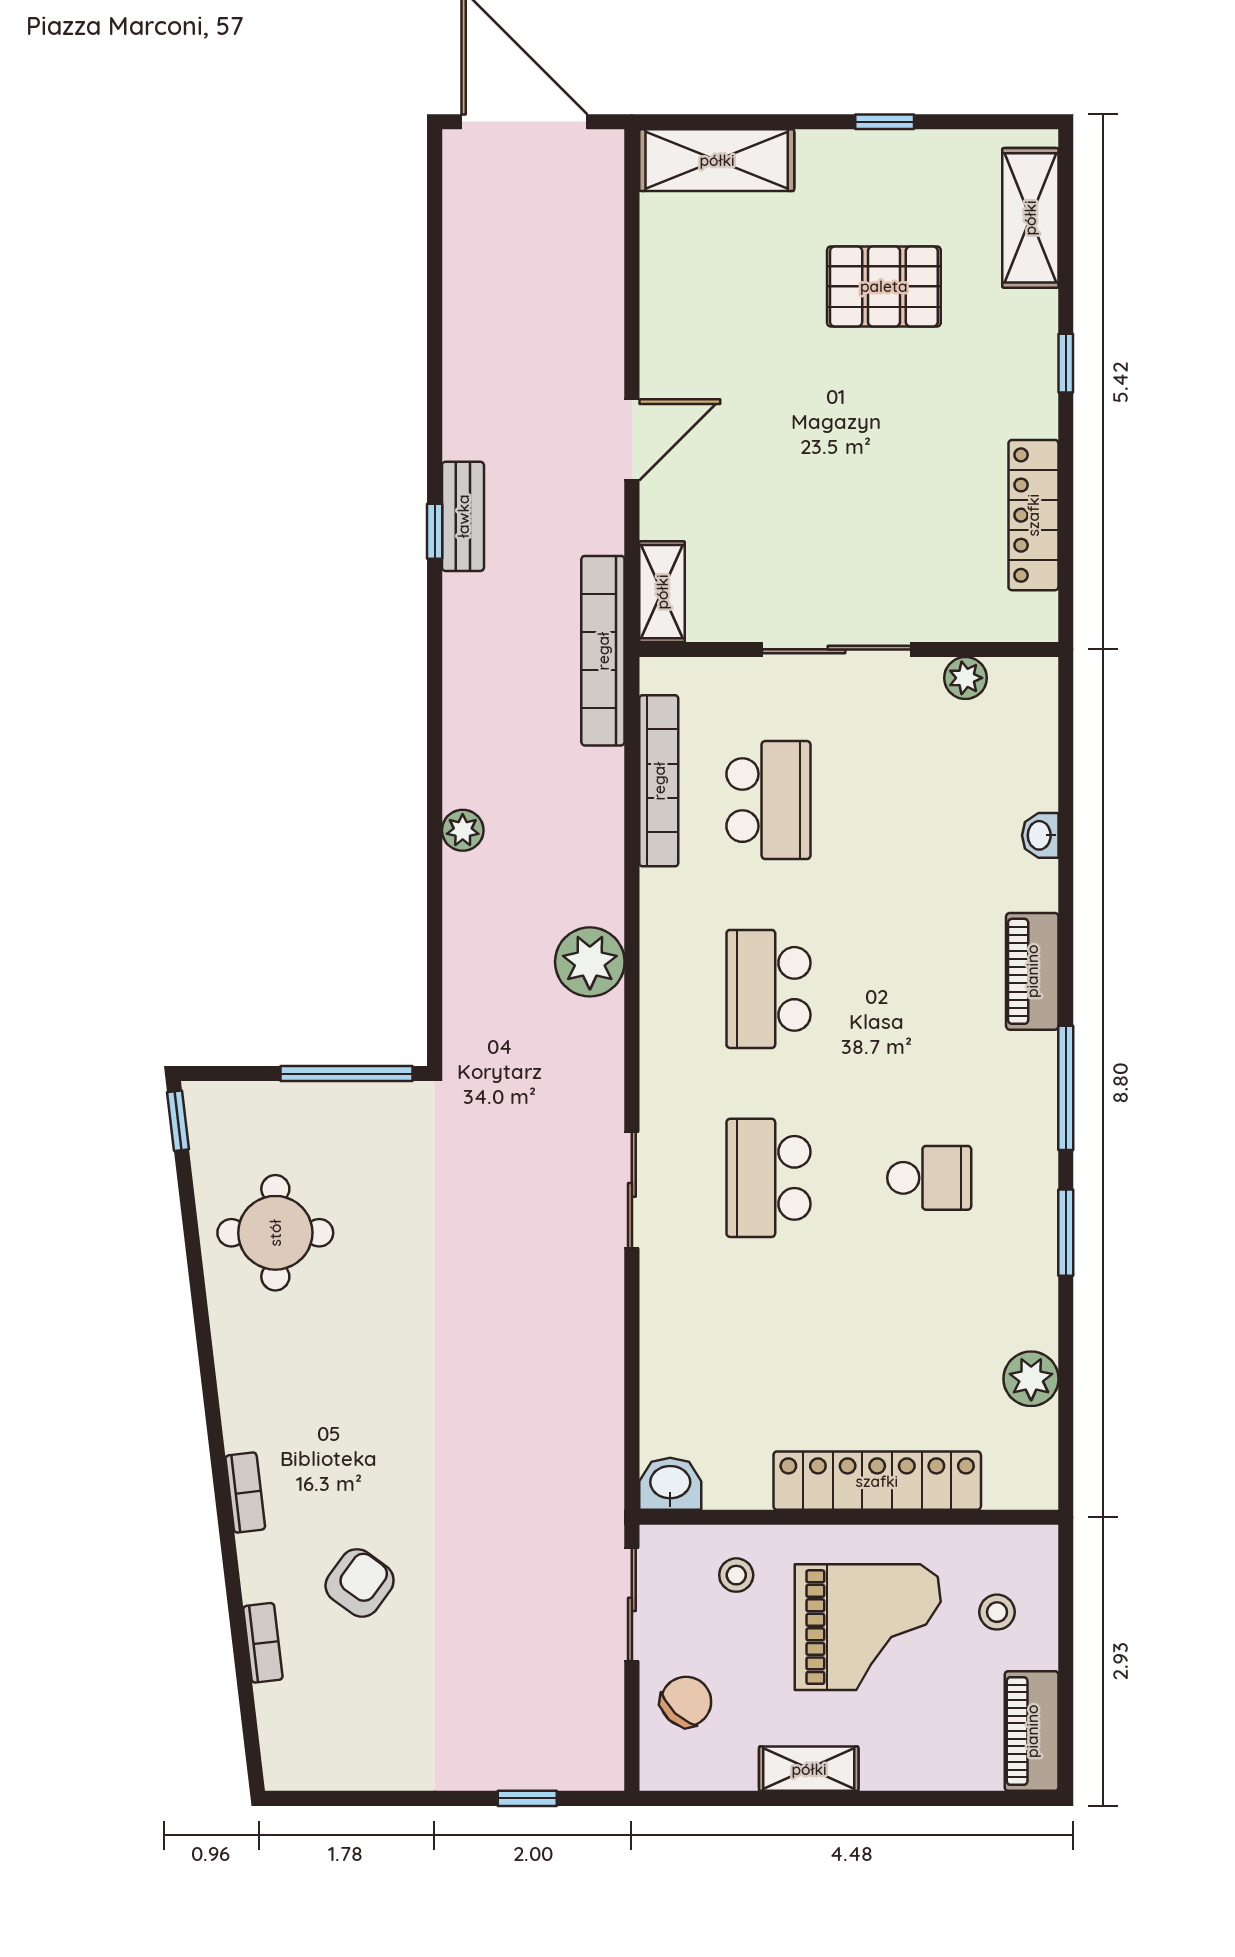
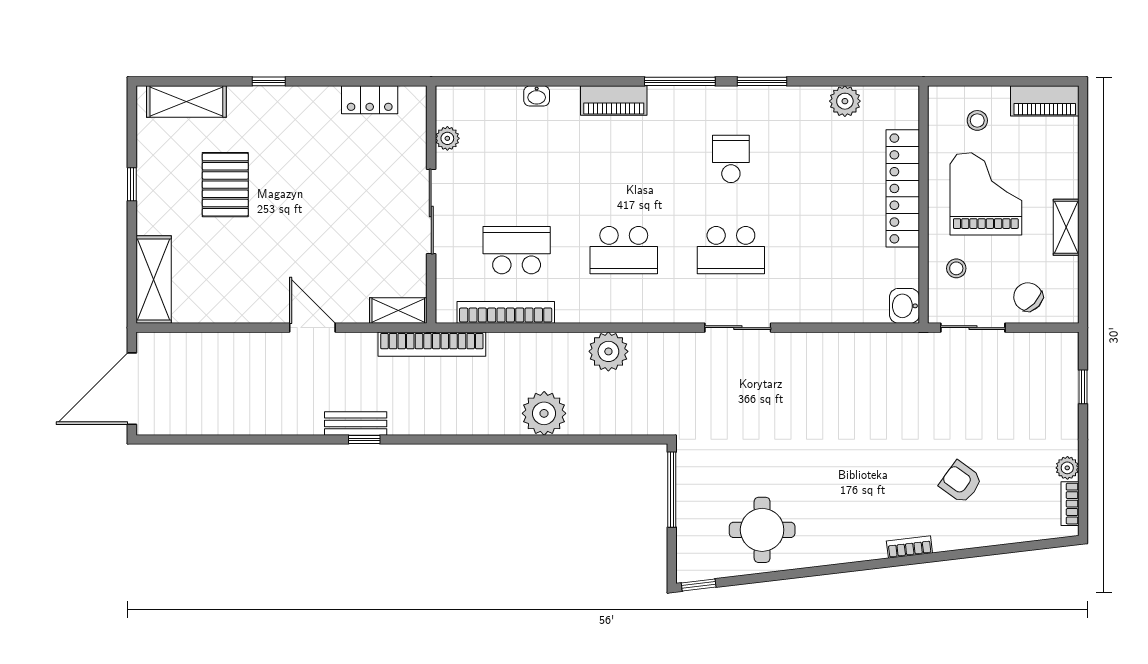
locker: (1033, 515) -> (370, 100), width x0.66
plant: (463, 830) -> (544, 413), width x1.87, depth x1.87
bookcase: (263, 1643) -> (1070, 504), moved, turned -83
plant: (385, 1771) -> (1067, 468), added

